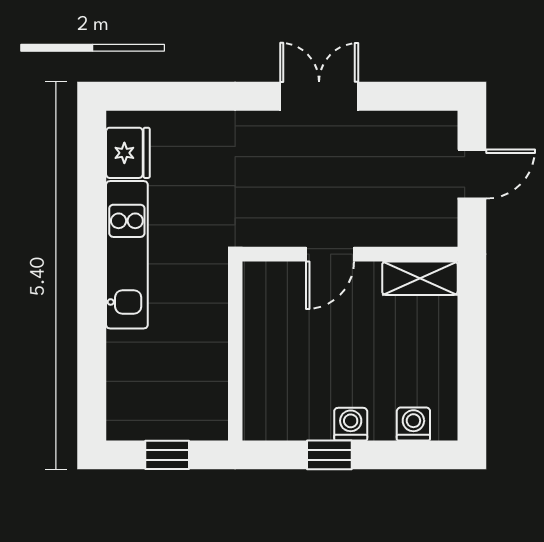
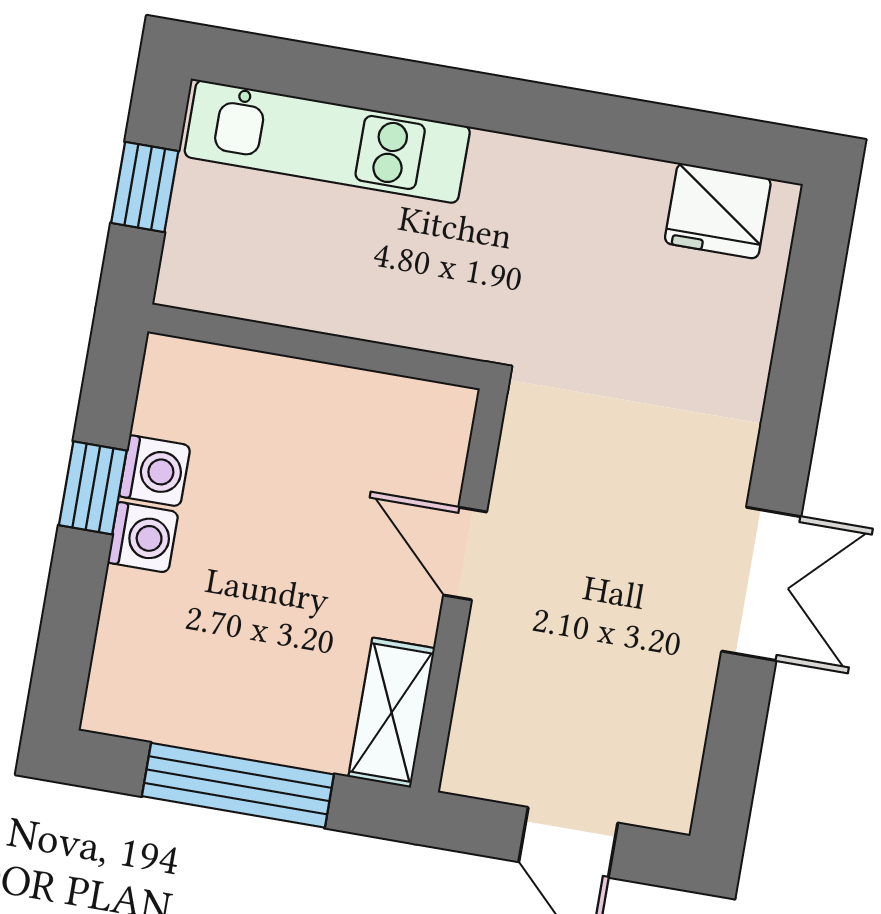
kitchen unit: (127, 255) -> (327, 142), moved
window: (472, 352) -> (238, 785), added
washing machine: (413, 424) -> (155, 471), moved

